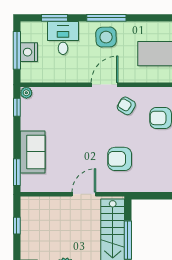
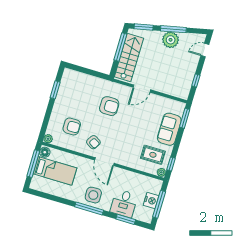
door: (105, 85) -> (104, 162), hinge flipped
rug: (44, 112) -> (153, 155), added

